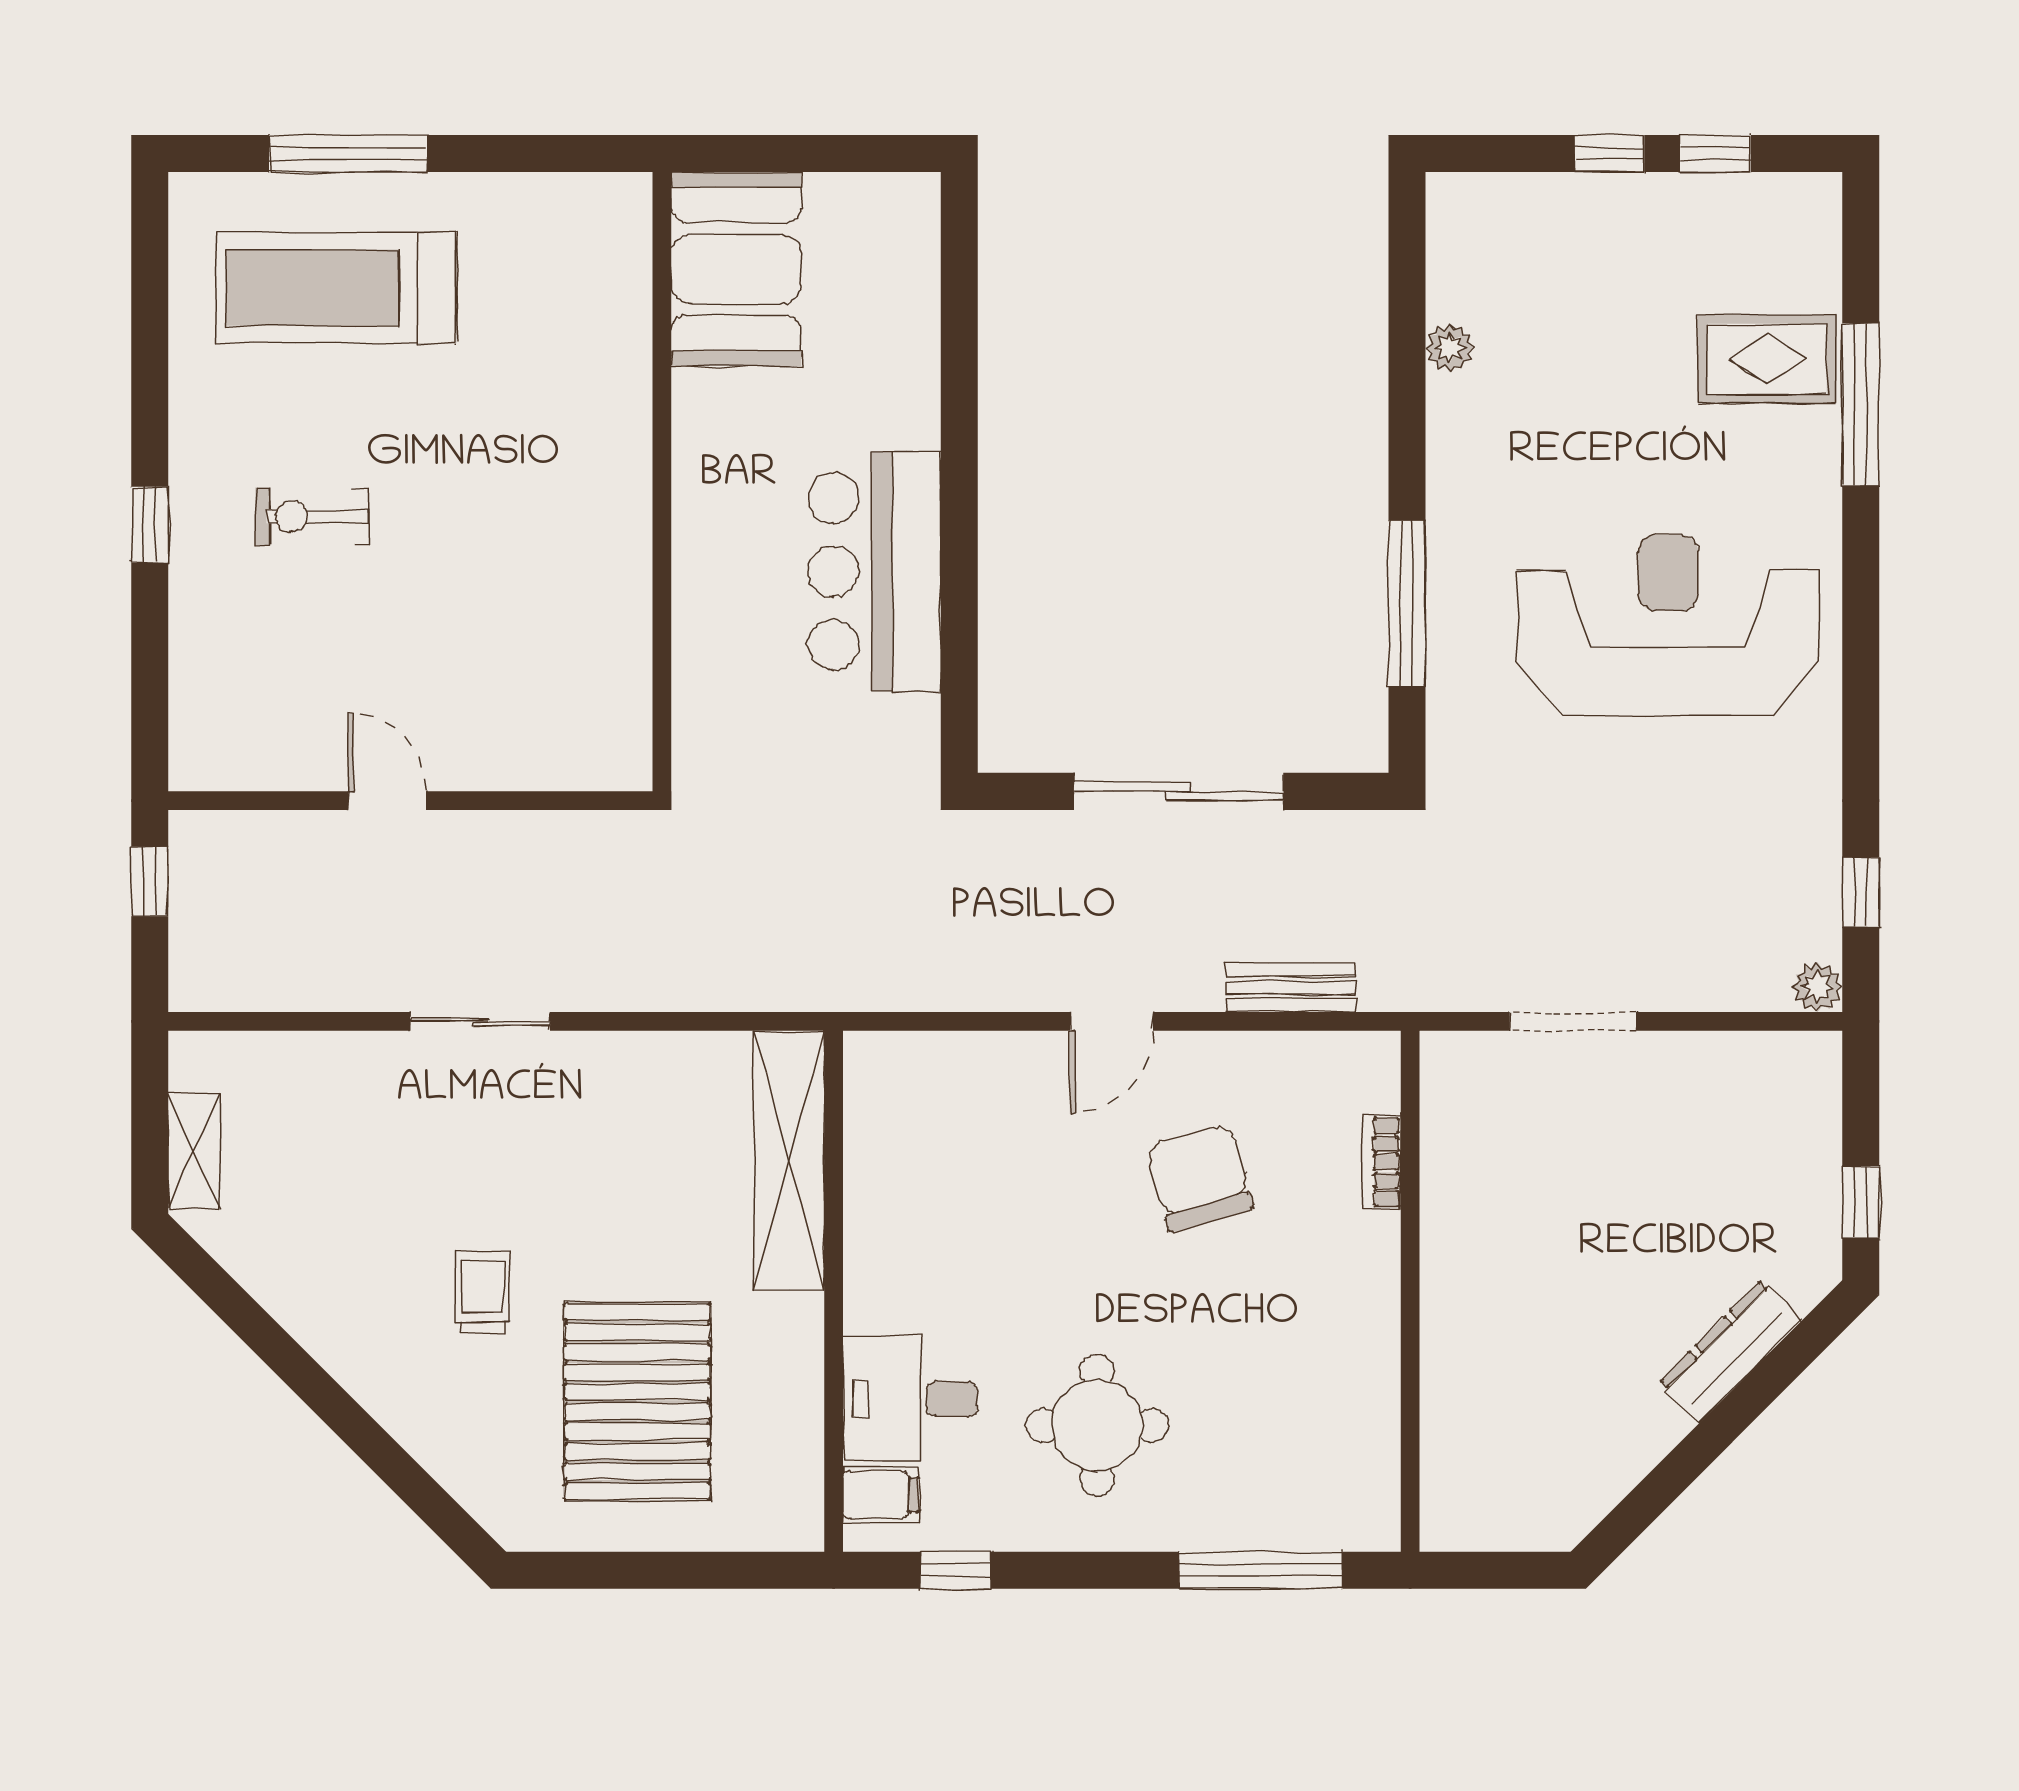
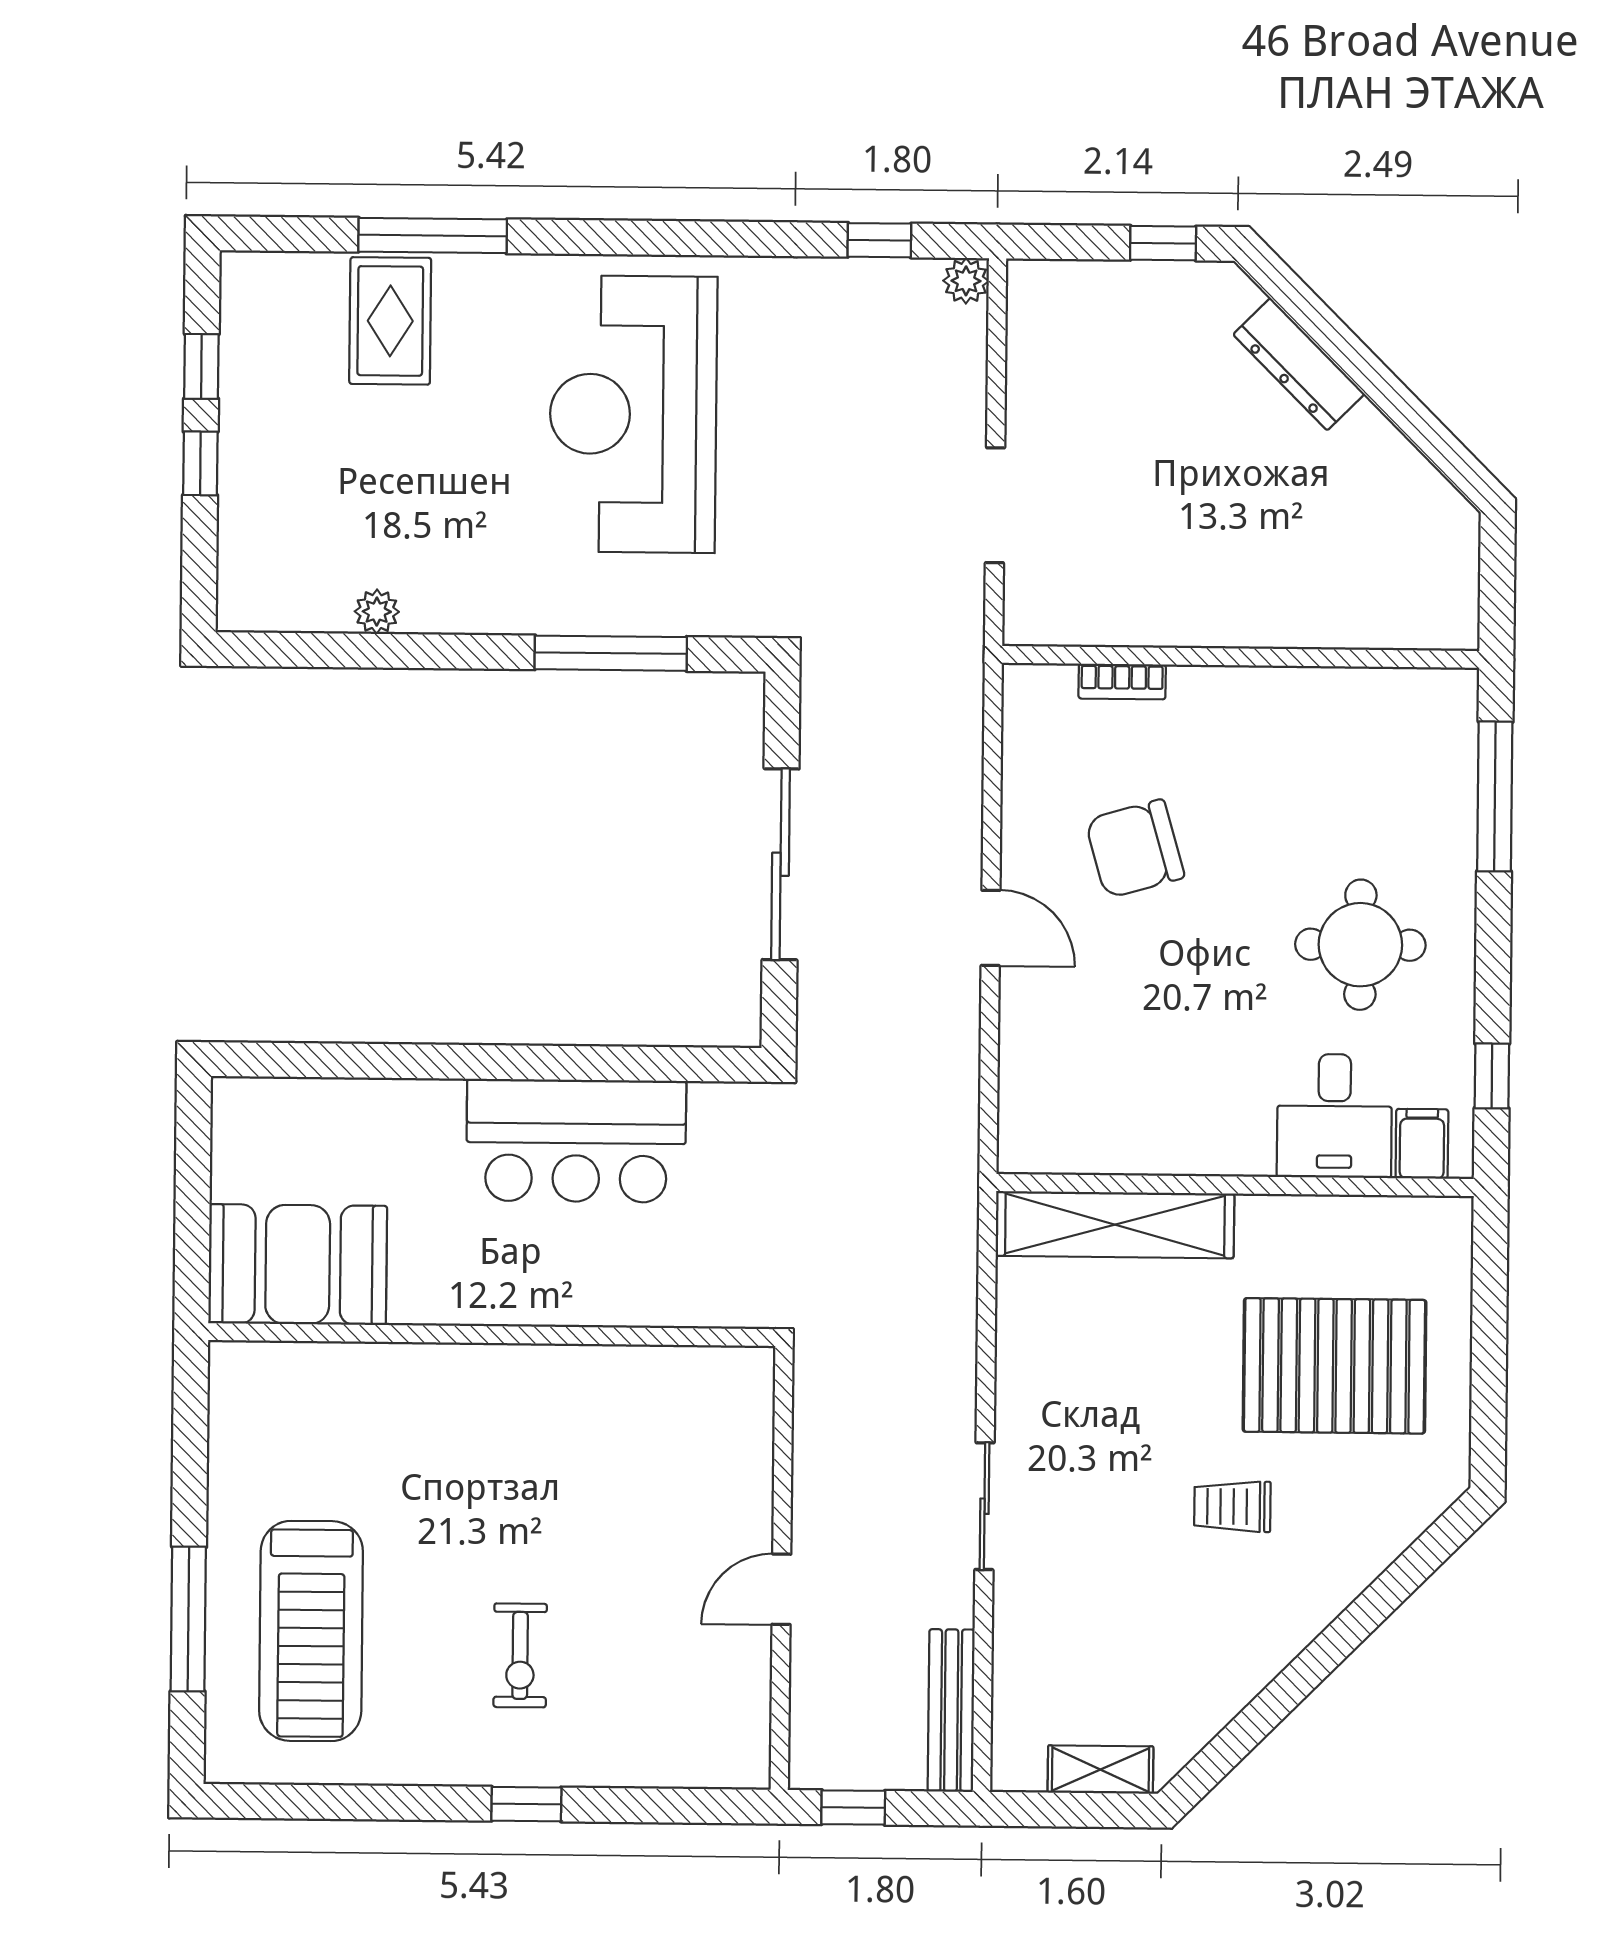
bench: (1291, 987) -> (951, 1711), moved, width x1.36

